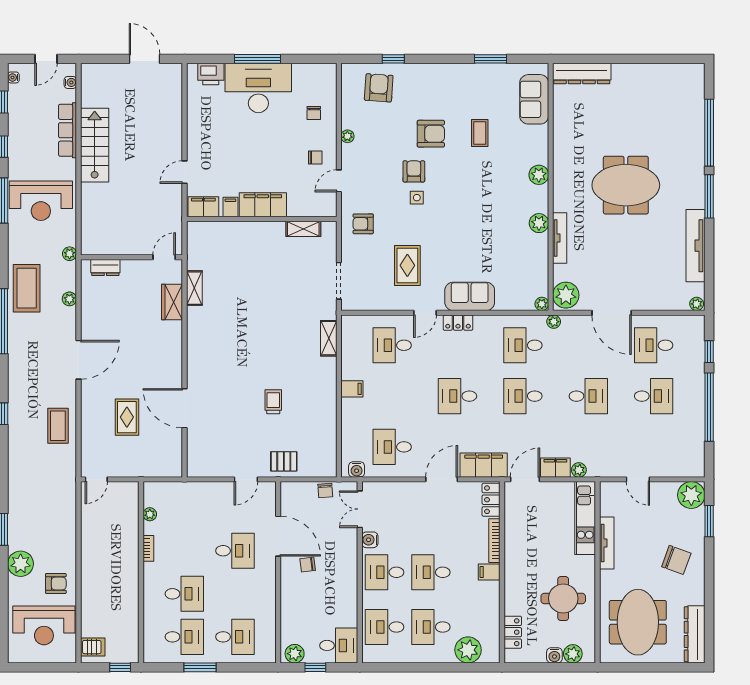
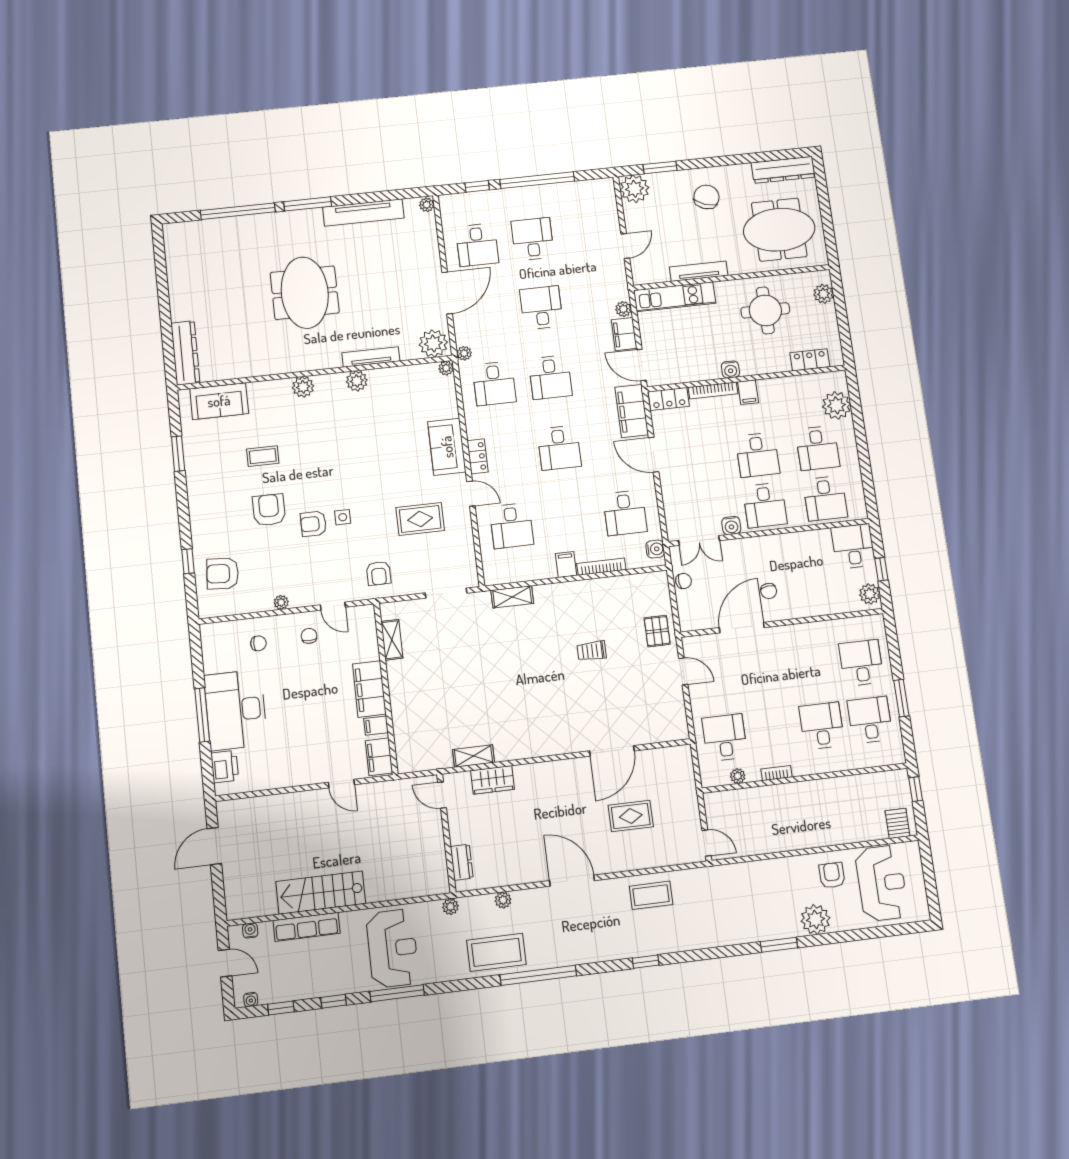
bookcase: (346, 420) -> (601, 567), added
desk: (235, 551) -> (725, 737), moved
water cooler: (554, 655) -> (730, 369), moved, turned 90

